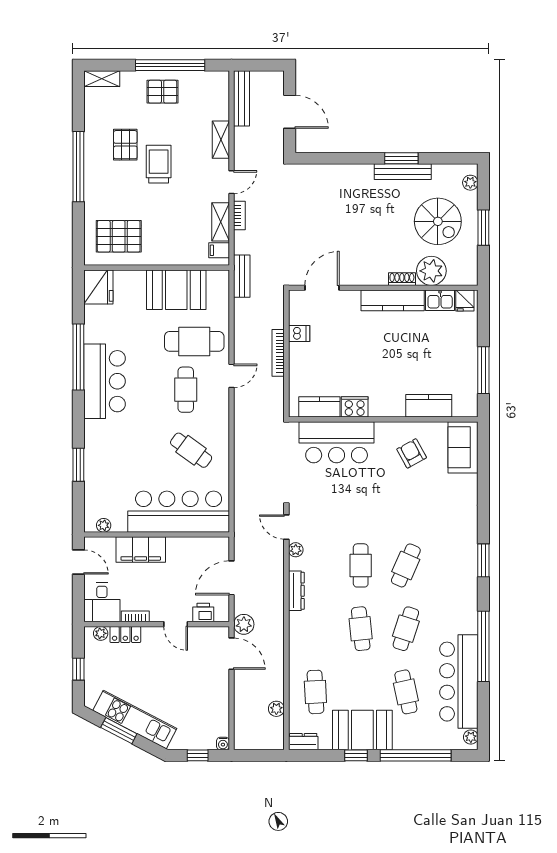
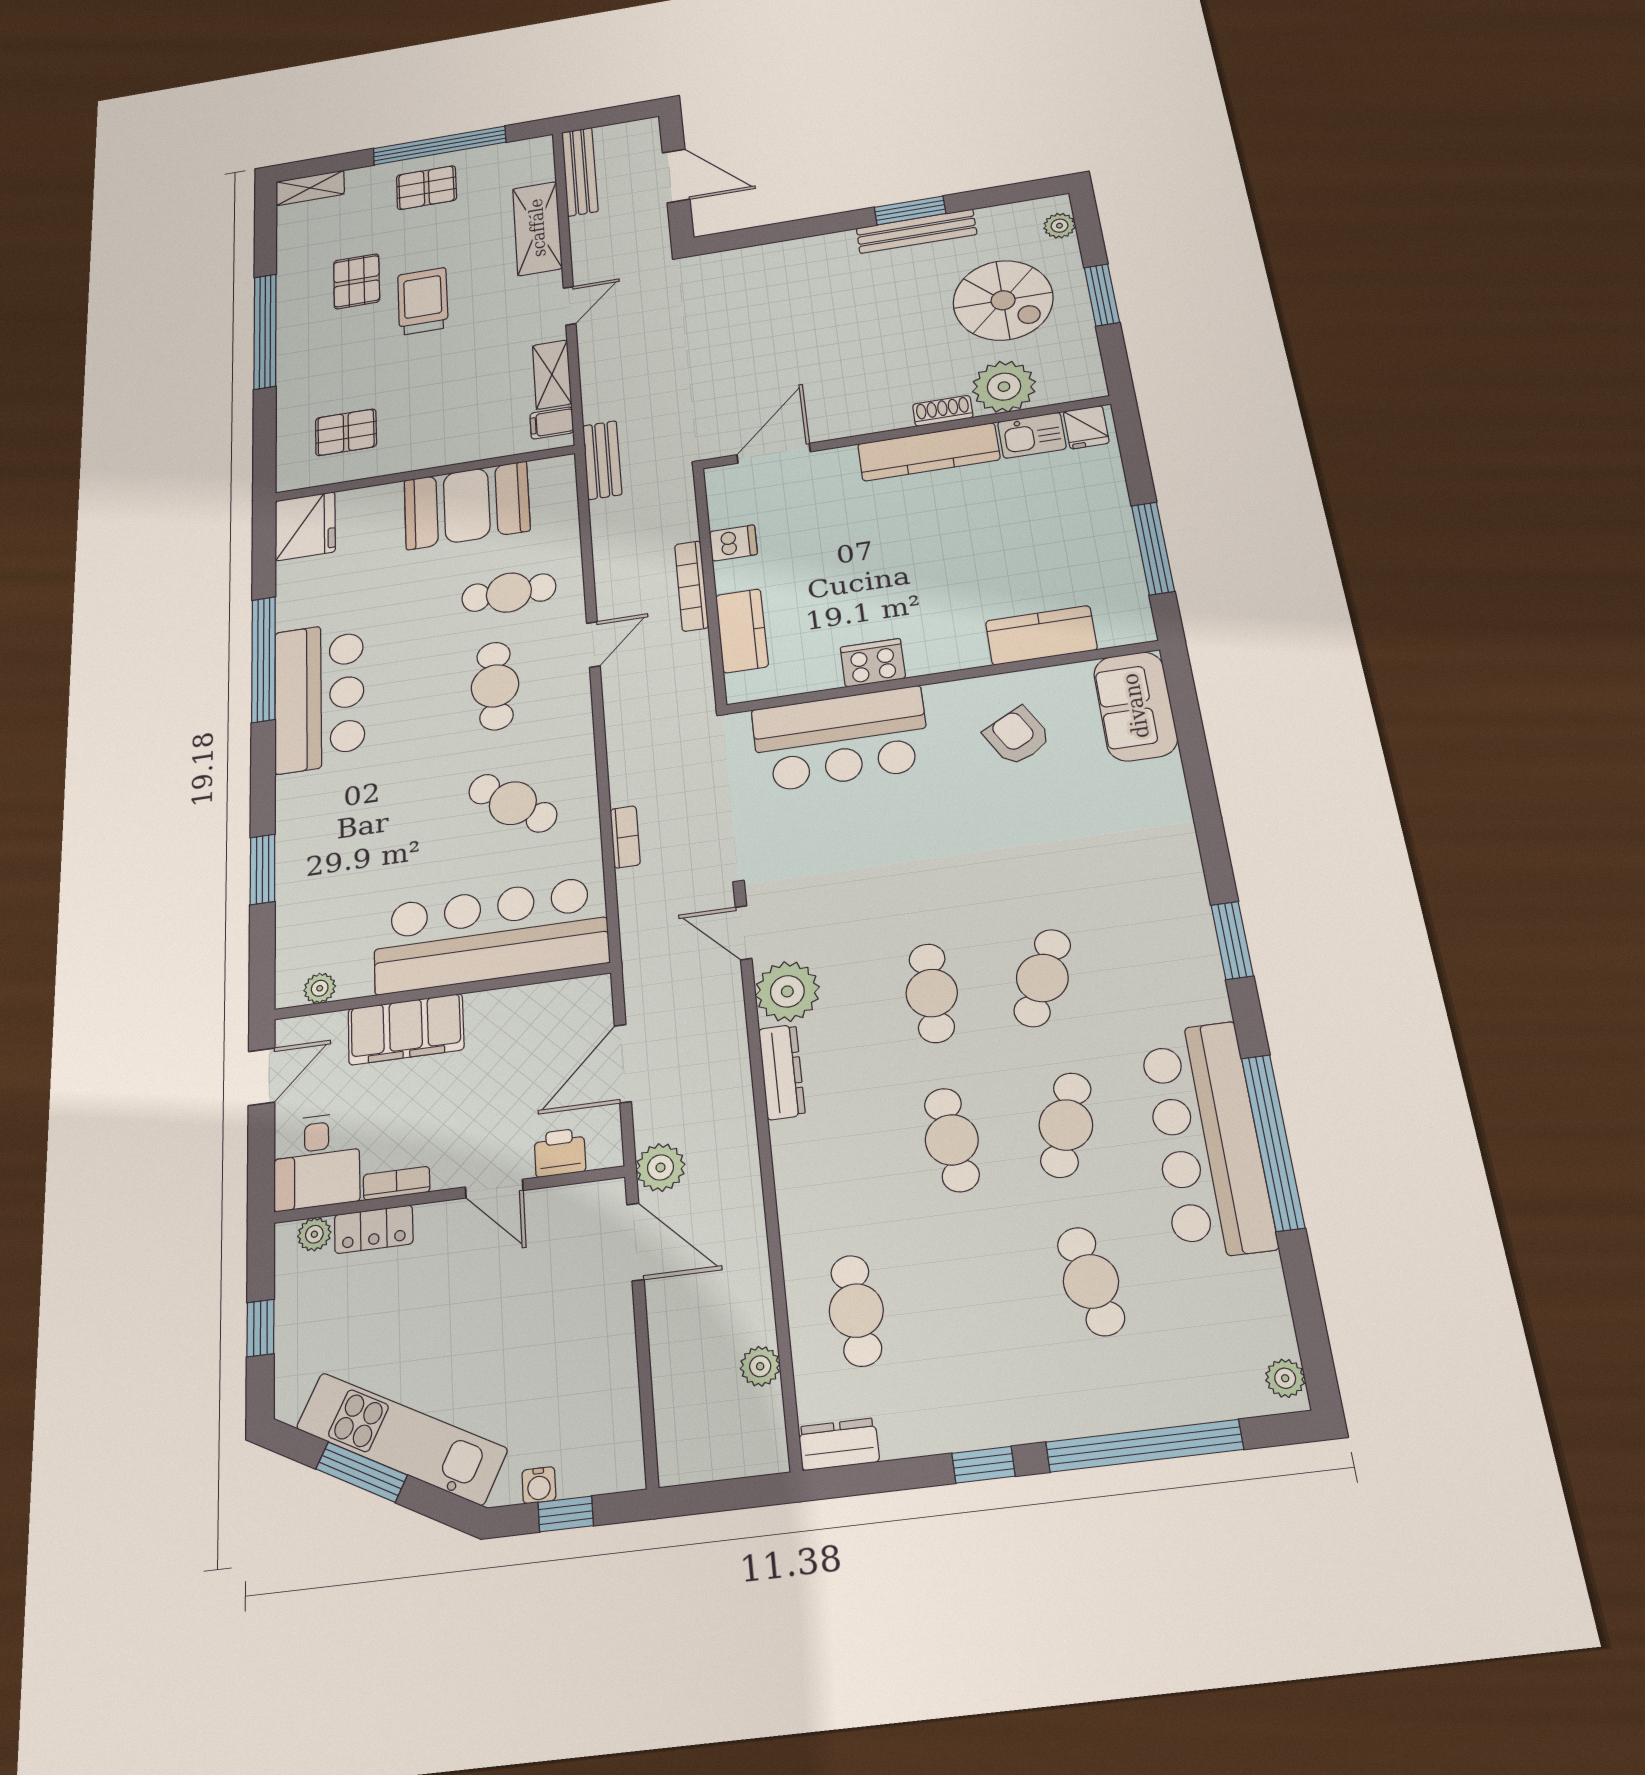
shelving: (221, 140) -> (537, 228), width x1.50, depth x1.33
bookcase: (239, 215) -> (625, 837), moved
pallet: (119, 236) -> (346, 432), width x0.67, depth x0.71
cafe table: (194, 341) -> (509, 593), width x0.73, depth x0.74
kitchen counter: (319, 407) -> (742, 631), moved, turned 90
plant: (296, 550) -> (787, 991), width x1.88, depth x1.88
door: (78, 562) -> (262, 1077), hinge flipped
bar counter: (459, 682) -> (1207, 1139), moved
booth: (362, 730) -> (991, 1394), removed
water cooler: (223, 744) -> (539, 1485), moved

